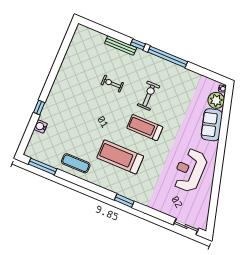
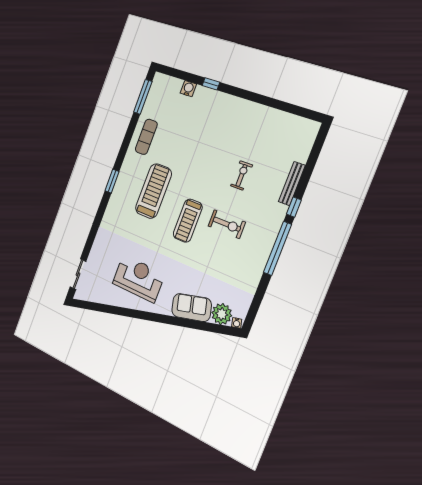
treadmill: (145, 128) -> (188, 221), turned 180
window: (124, 201) -> (112, 181), moved

